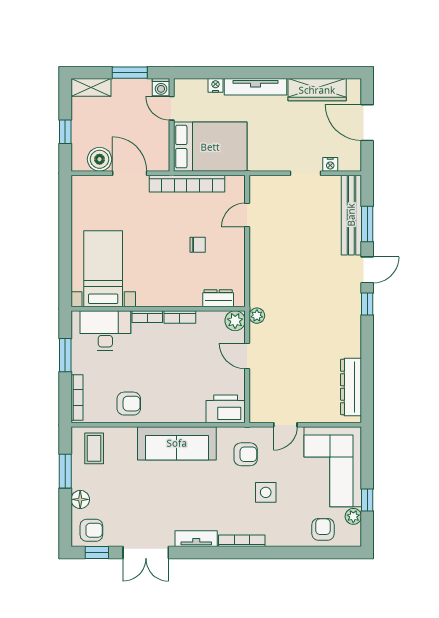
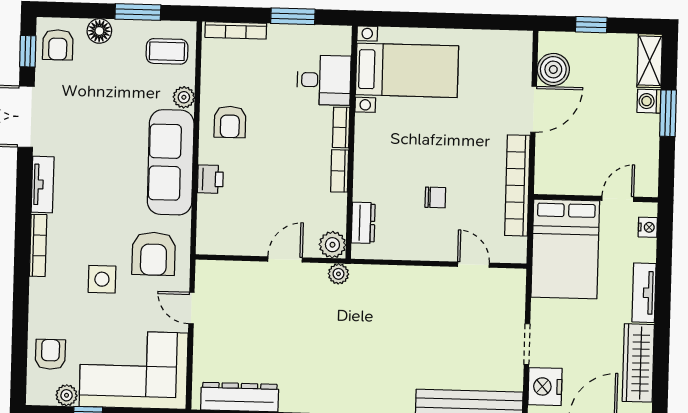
washing machine: (161, 87) -> (649, 101), moved
tv unit: (256, 87) -> (644, 293), width x0.71
door: (172, 108) -> (618, 199), moved
wall: (172, 125) -> (596, 198), moved
bed: (210, 147) -> (565, 249), moved
nightstand: (330, 164) -> (545, 387), width x1.89, depth x1.79
chair: (198, 245) -> (435, 197), turned -90
desk: (105, 330) -> (324, 80), width x0.73
armchair: (129, 404) -> (230, 122), moved
printer: (226, 409) -> (210, 179), moved, width x0.53, depth x0.68
plant: (128, 435) -> (184, 97), added
armchair: (246, 454) -> (154, 254), width x1.38, depth x1.38
armchair: (323, 529) -> (50, 354), turned -90

